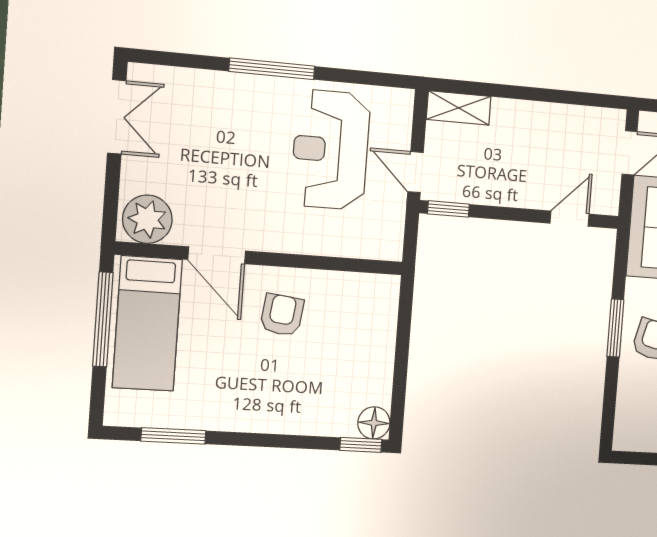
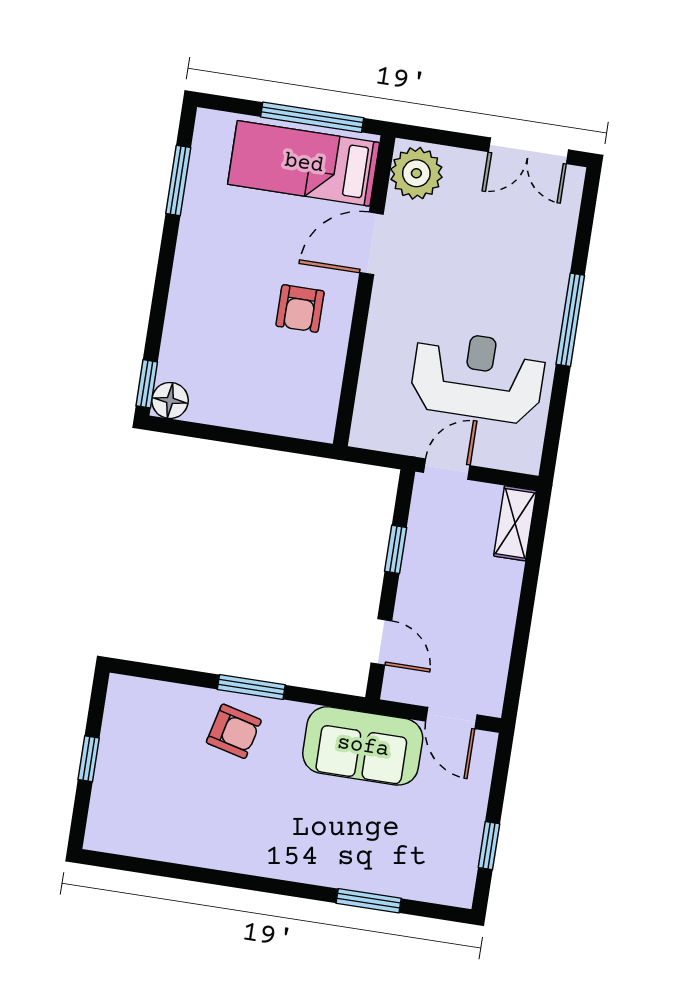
window: (448, 209) -> (396, 549), moved
armchair: (282, 315) -> (300, 309), turned 83

